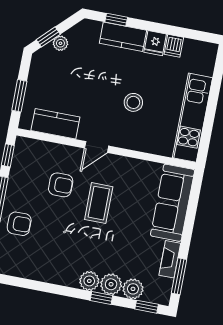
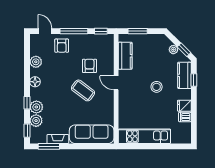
window: (48, 37) -> (184, 50), moved
kitchen counter: (123, 37) -> (184, 75), moved
stool: (133, 102) -> (157, 87), moved
armchair: (61, 185) -> (89, 66), turned 180
coffee table: (99, 203) -> (83, 90), turned 37
floor lamp: (69, 278) -> (35, 82), added
plant: (89, 281) -> (36, 62), moved

